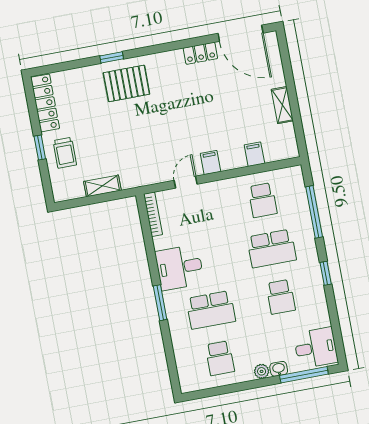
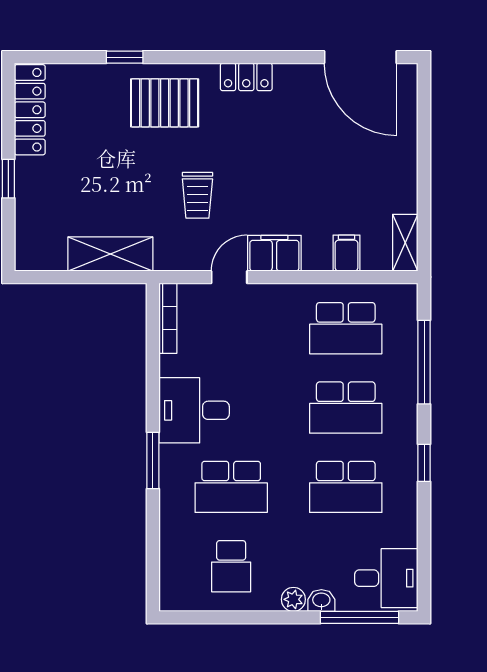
locker: (200, 53) -> (246, 77), moved
window: (112, 57) -> (125, 57), moved
shelving: (282, 105) -> (405, 243), moved
trolley: (65, 153) -> (197, 195), moved
filing cabinet: (210, 163) -> (274, 253), width x2.00
shelving: (102, 186) -> (110, 254), width x1.50, depth x1.33
school desk: (263, 200) -> (346, 328), width x1.85
school desk: (281, 297) -> (346, 487), width x1.85

